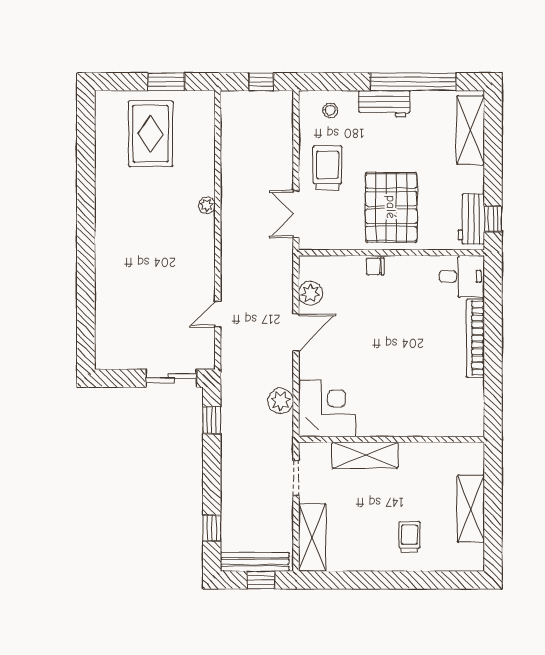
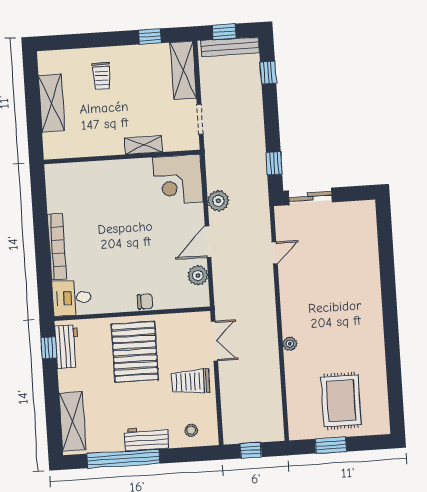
trolley: (327, 168) -> (191, 382), turned 90
plant: (281, 401) -> (218, 201), moved
shelving: (365, 455) -> (144, 145), width x0.67, depth x0.75
window: (349, 580) -> (150, 36), added

